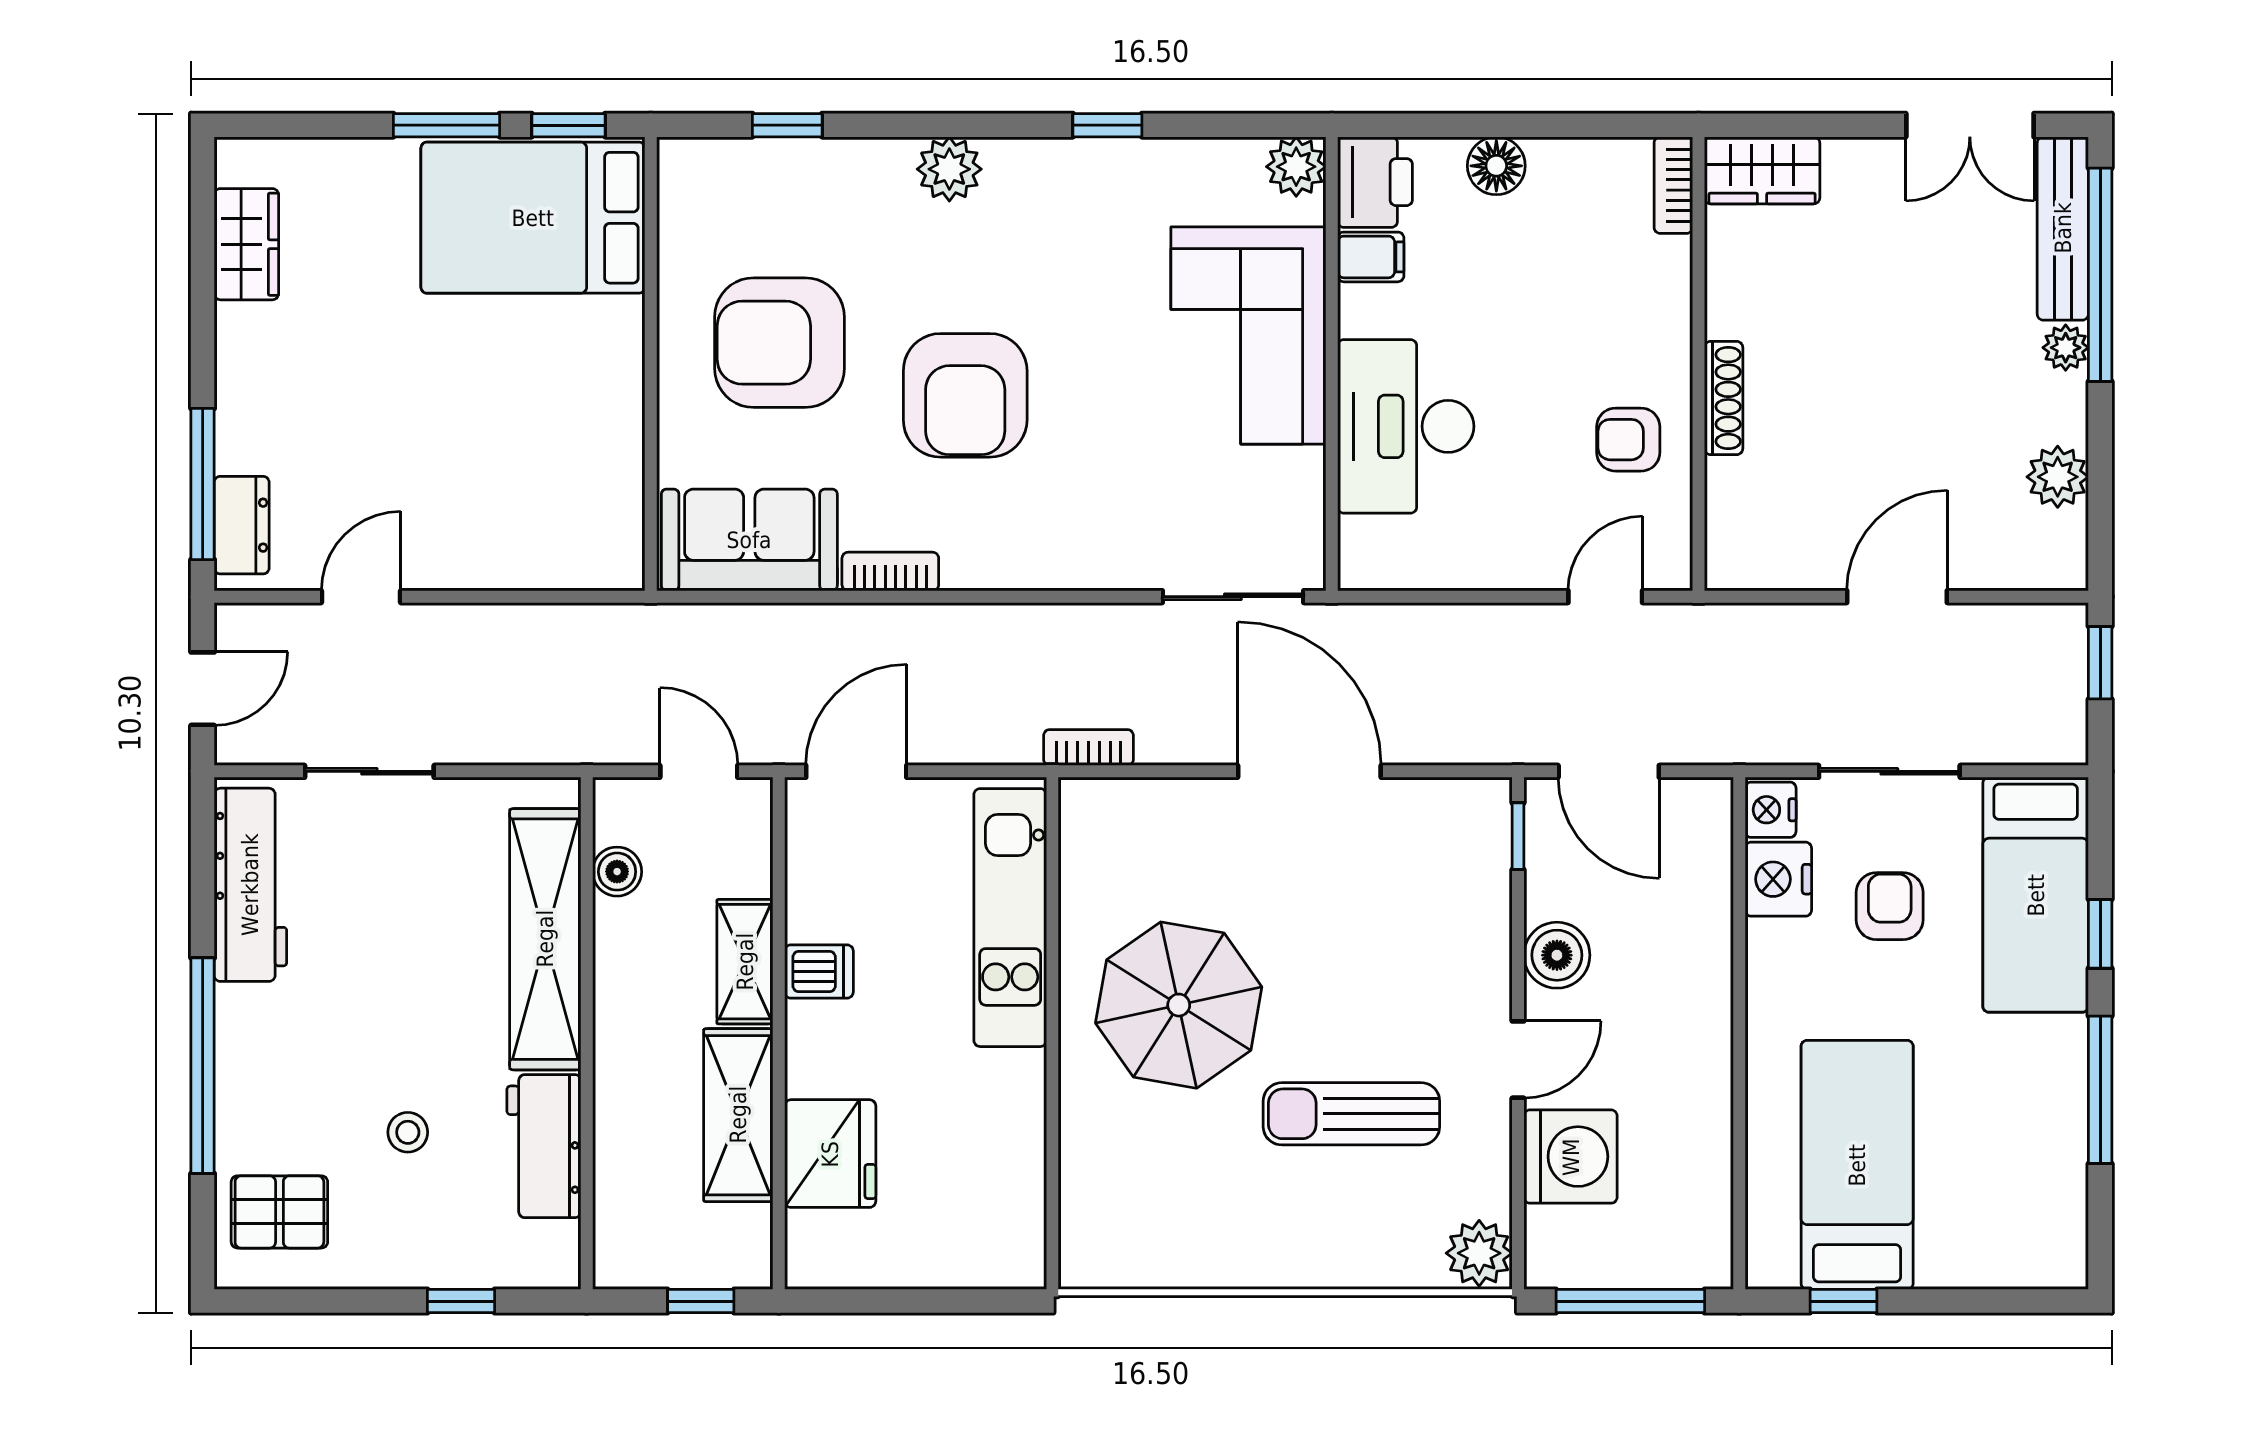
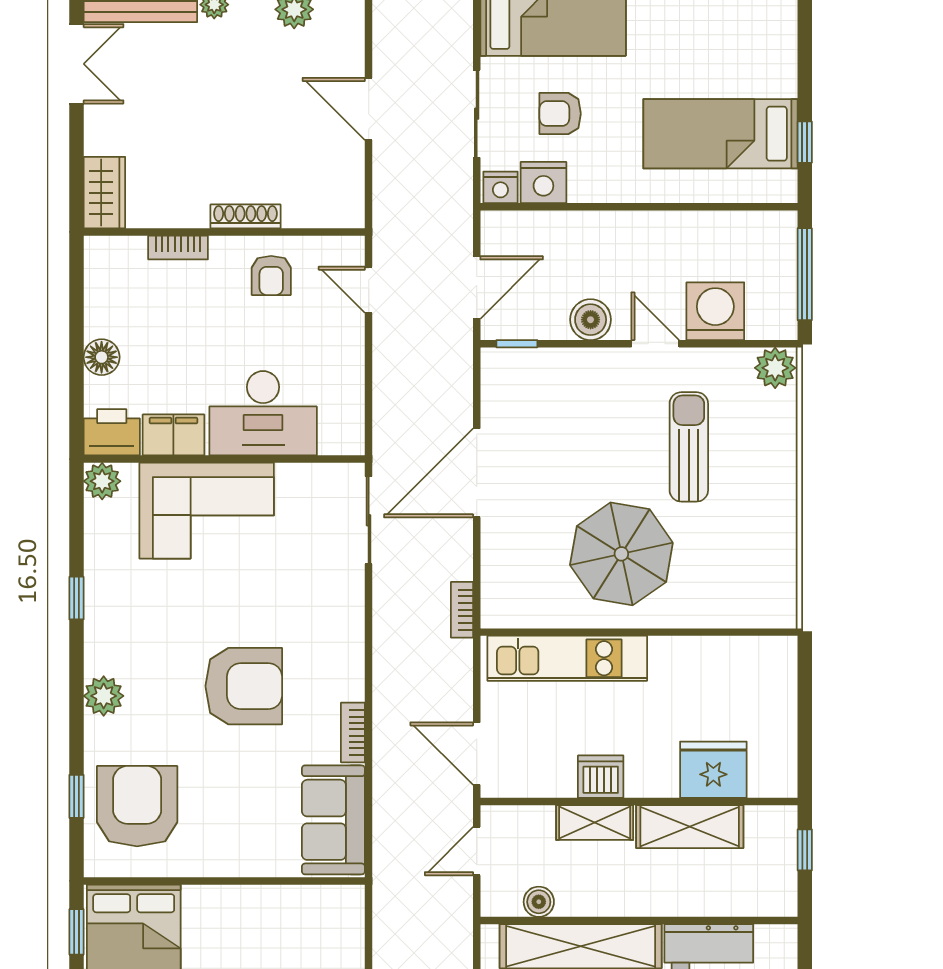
bookcase: (1673, 185) -> (178, 247), moved
filing cabinet: (1371, 257) -> (173, 435), width x2.00
armchair: (779, 343) -> (137, 806), moved, turned 180
dishwasher: (819, 971) -> (601, 777), width x1.38
sun lounger: (1351, 1114) -> (689, 447), turned 180

